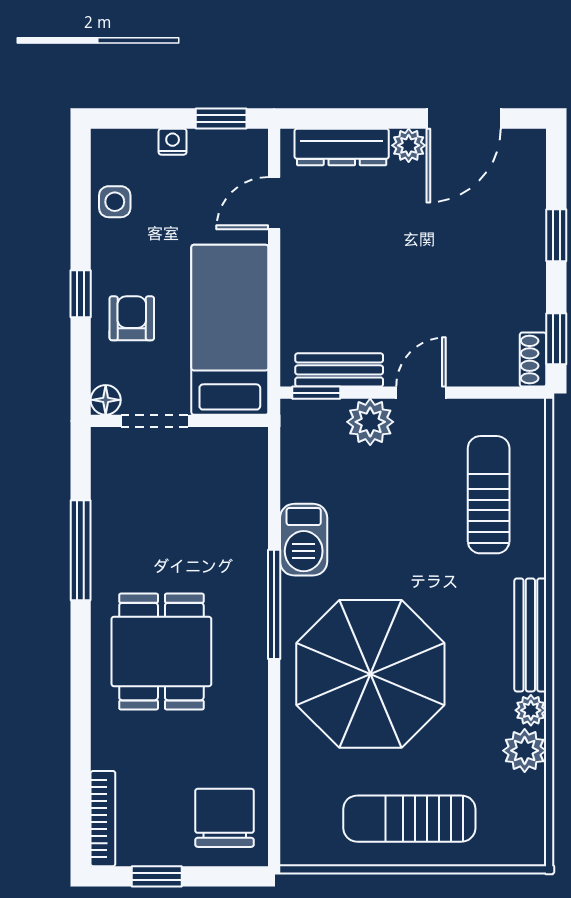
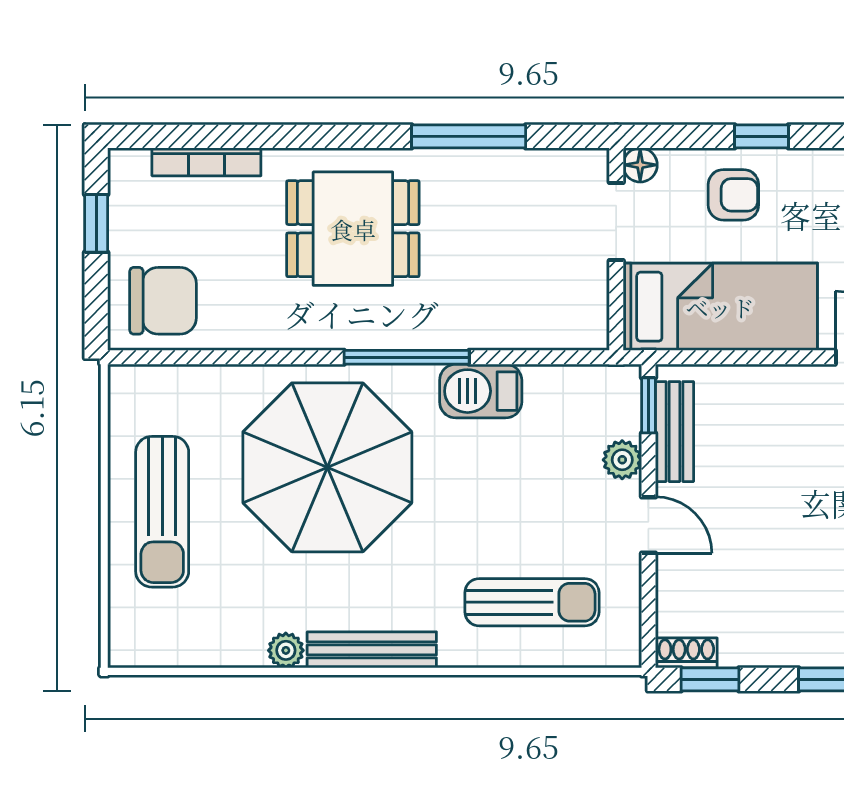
plant: (370, 422) -> (622, 460), width x0.73, depth x0.73
plant: (525, 751) -> (240, 643), removed
bookcase: (103, 819) -> (206, 162), moved
sun lounger: (409, 819) -> (162, 512), turned 180

